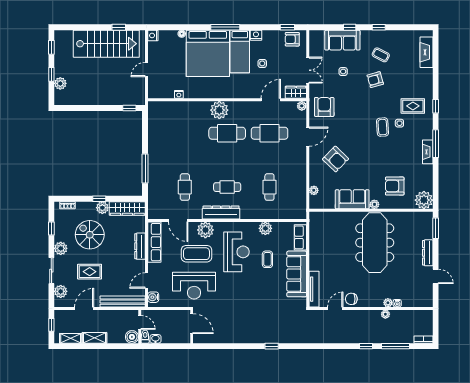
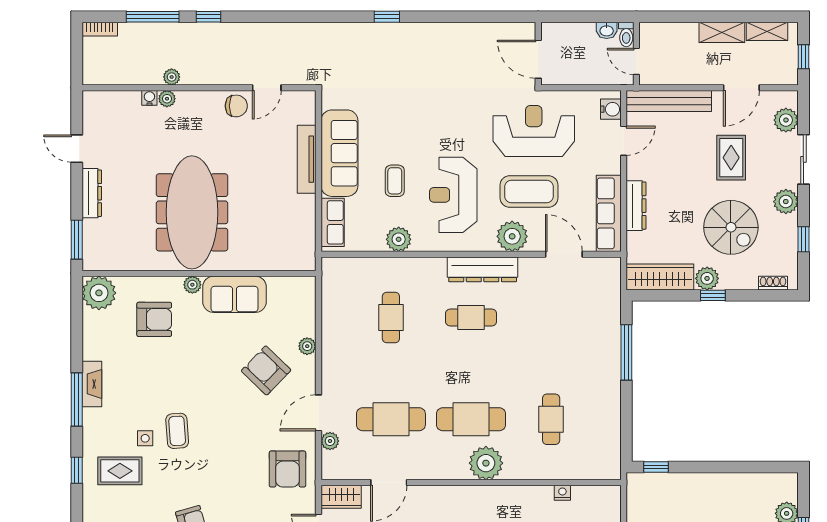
plant: (302, 106) -> (330, 441), moved
cafe table: (185, 187) -> (551, 419), moved
plant: (314, 190) -> (307, 346), moved
rug: (90, 272) -> (731, 158), turned 90
tv unit: (314, 289) -> (307, 159), moved
boiler: (132, 337) -> (651, 34), removed

